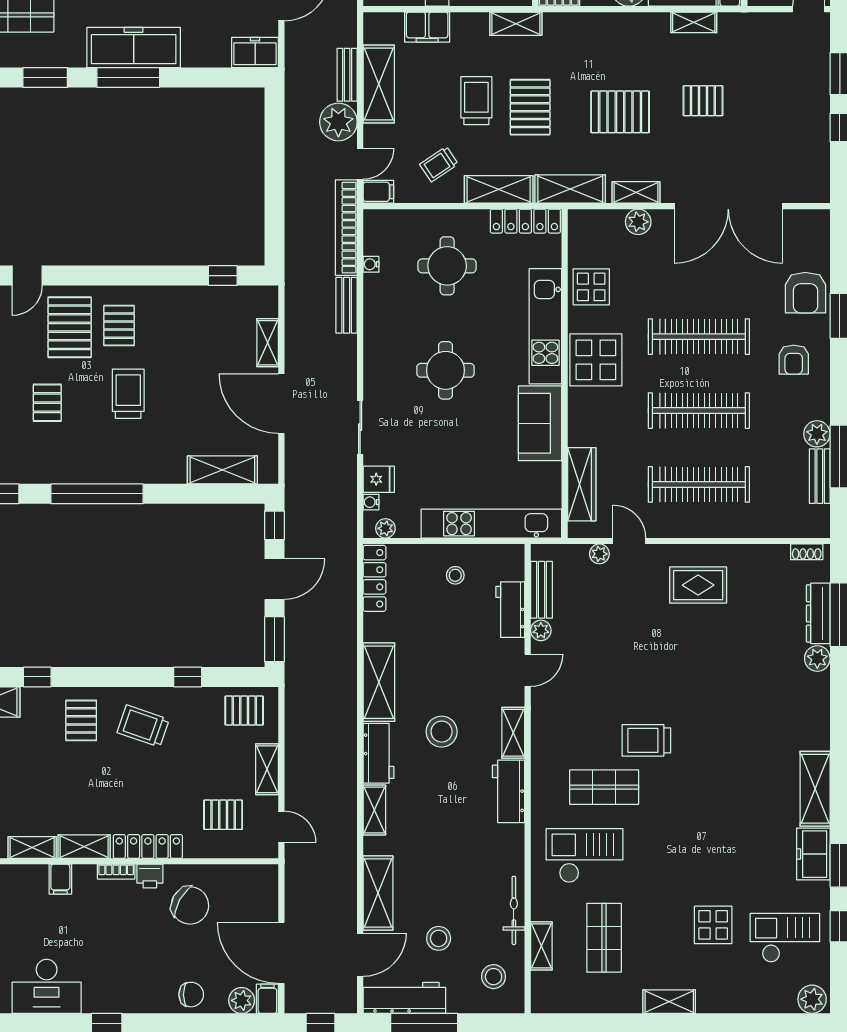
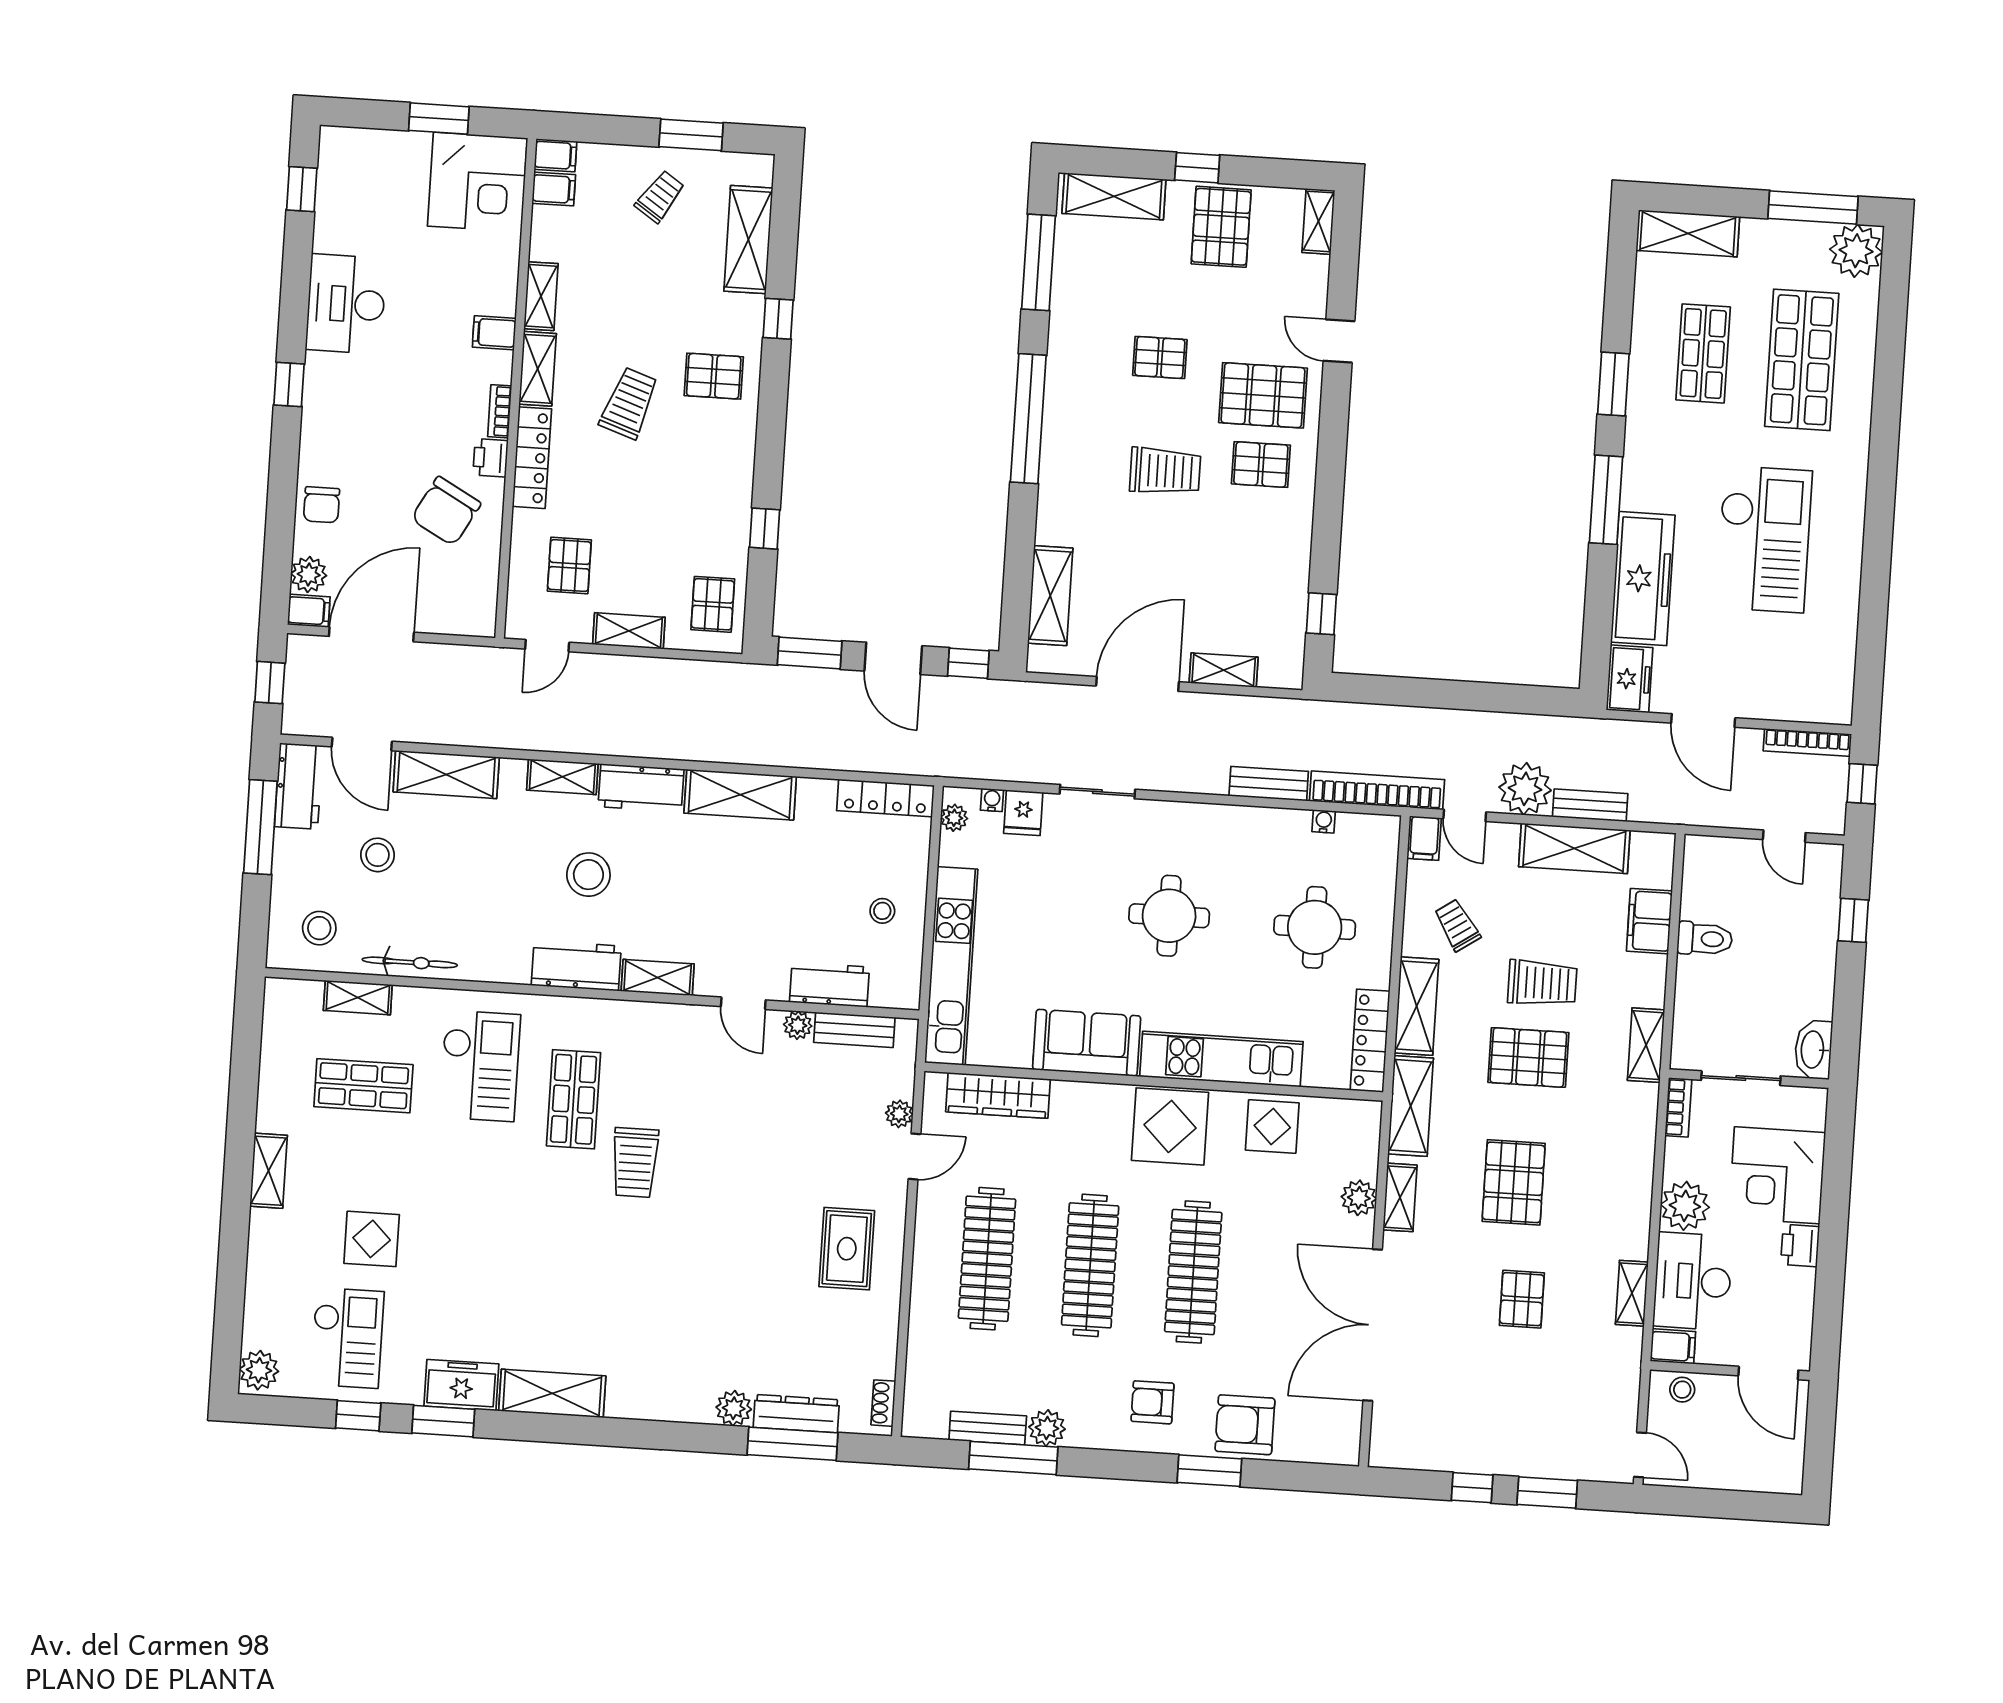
freezer: (134, 48) -> (1643, 579), moved
trolley: (143, 726) -> (629, 403), moved
stool: (442, 732) -> (588, 875), moved
trolley: (646, 740) -> (635, 1162), turned 180
workbench: (404, 998) -> (299, 786), width x0.73

